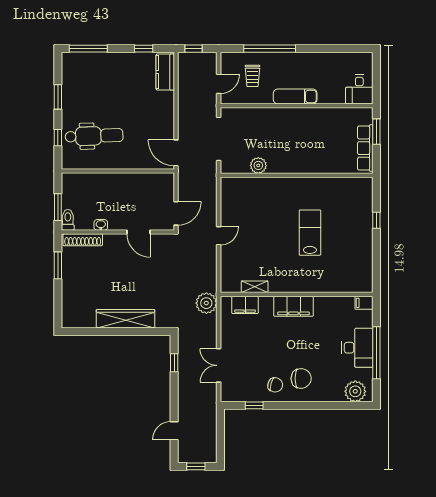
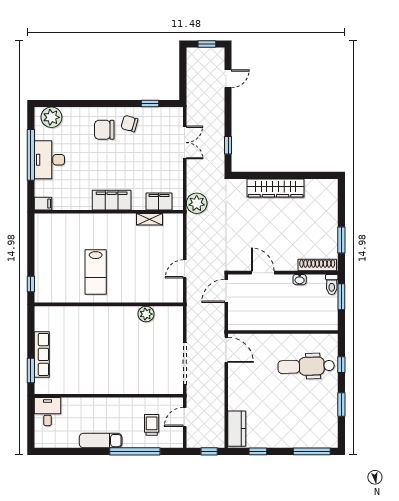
exam couch: (295, 96) -> (101, 441), moved, turned 180
plant: (258, 165) -> (146, 314), moved
wall: (297, 175) -> (109, 304), moved

